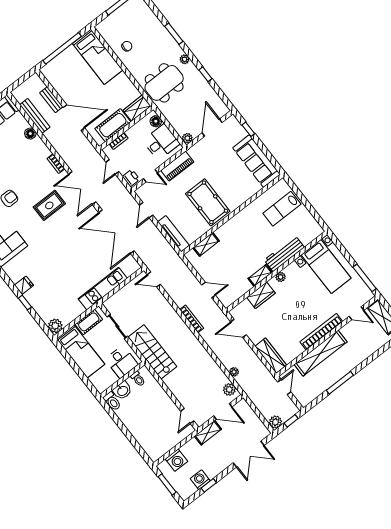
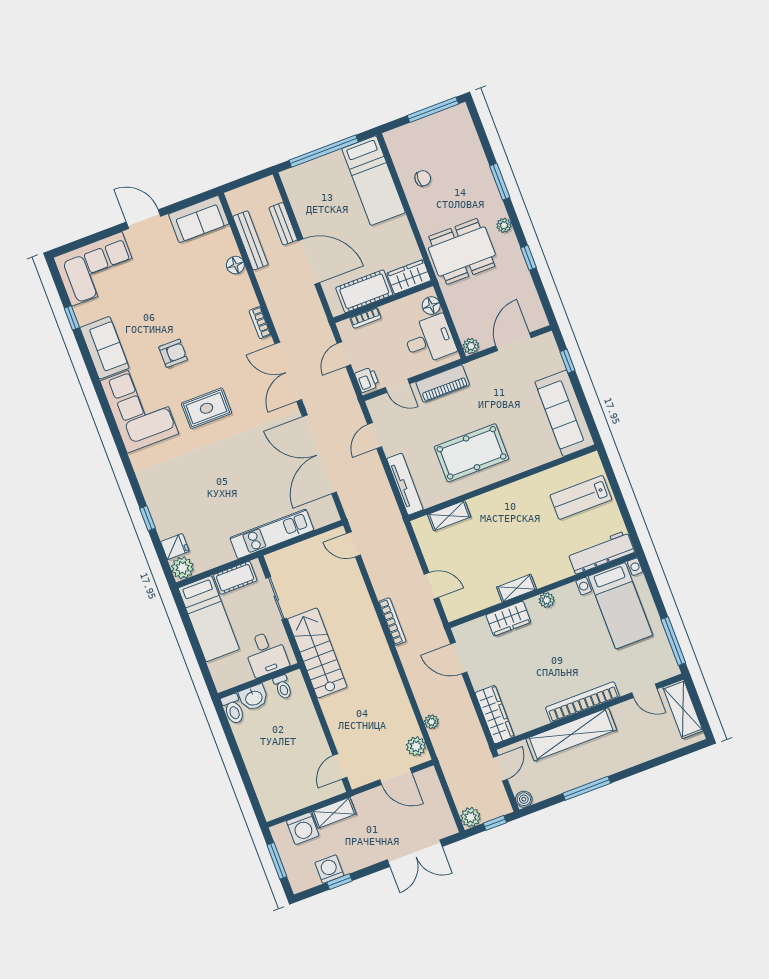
pool table: (208, 202) -> (472, 453), turned 90
rug: (49, 205) -> (207, 408), moved
workbench: (284, 254) -> (601, 552), moved
fridge: (24, 285) -> (175, 546), moved
boiler: (304, 401) -> (524, 799), added
shelving: (208, 433) -> (334, 813), moved

